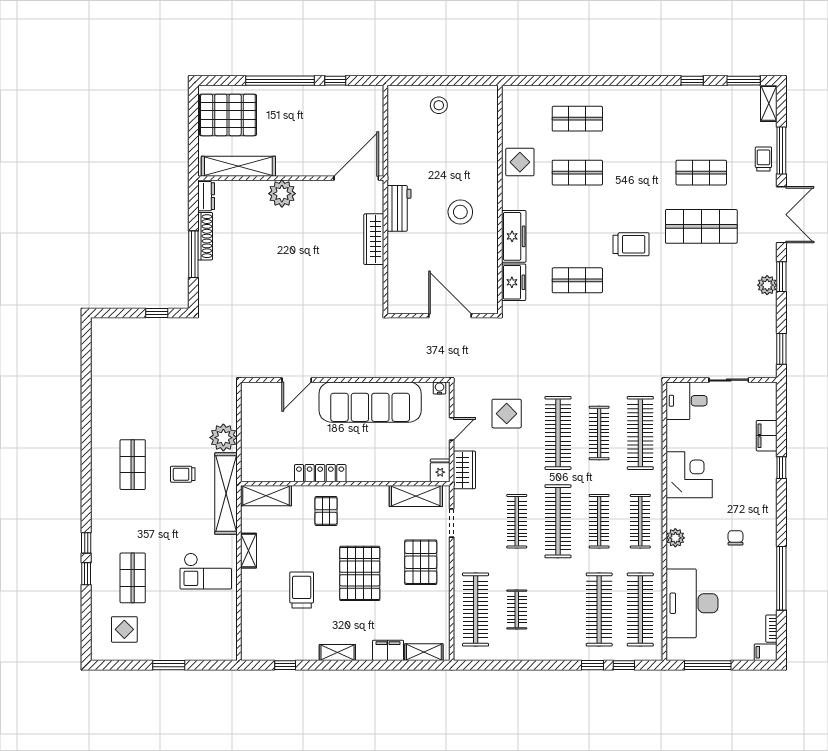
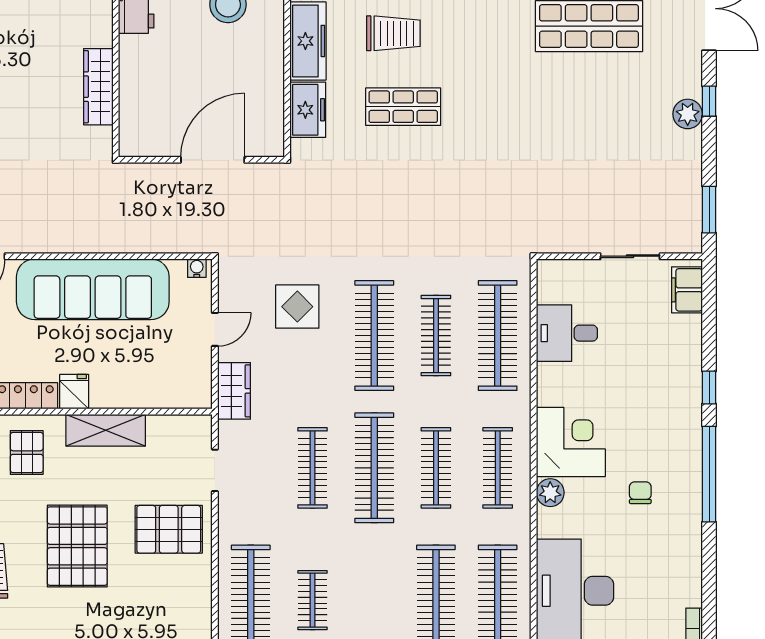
wardrobe: (374, 239) -> (98, 87), moved
trolley: (631, 244) -> (393, 33), moved
window: (781, 277) -> (709, 101), width x0.67
door: (450, 316) -> (213, 160), hinge flipped
desk: (686, 401) -> (567, 333), moved
filing cabinet: (767, 436) -> (687, 290), moved
fridge: (440, 470) -> (74, 392), moved
corner desk: (689, 475) -> (571, 442), moved
shelving: (416, 496) -> (106, 430), moved
pallet: (421, 562) -> (169, 529), turned 90
window: (781, 578) -> (709, 474), moved

